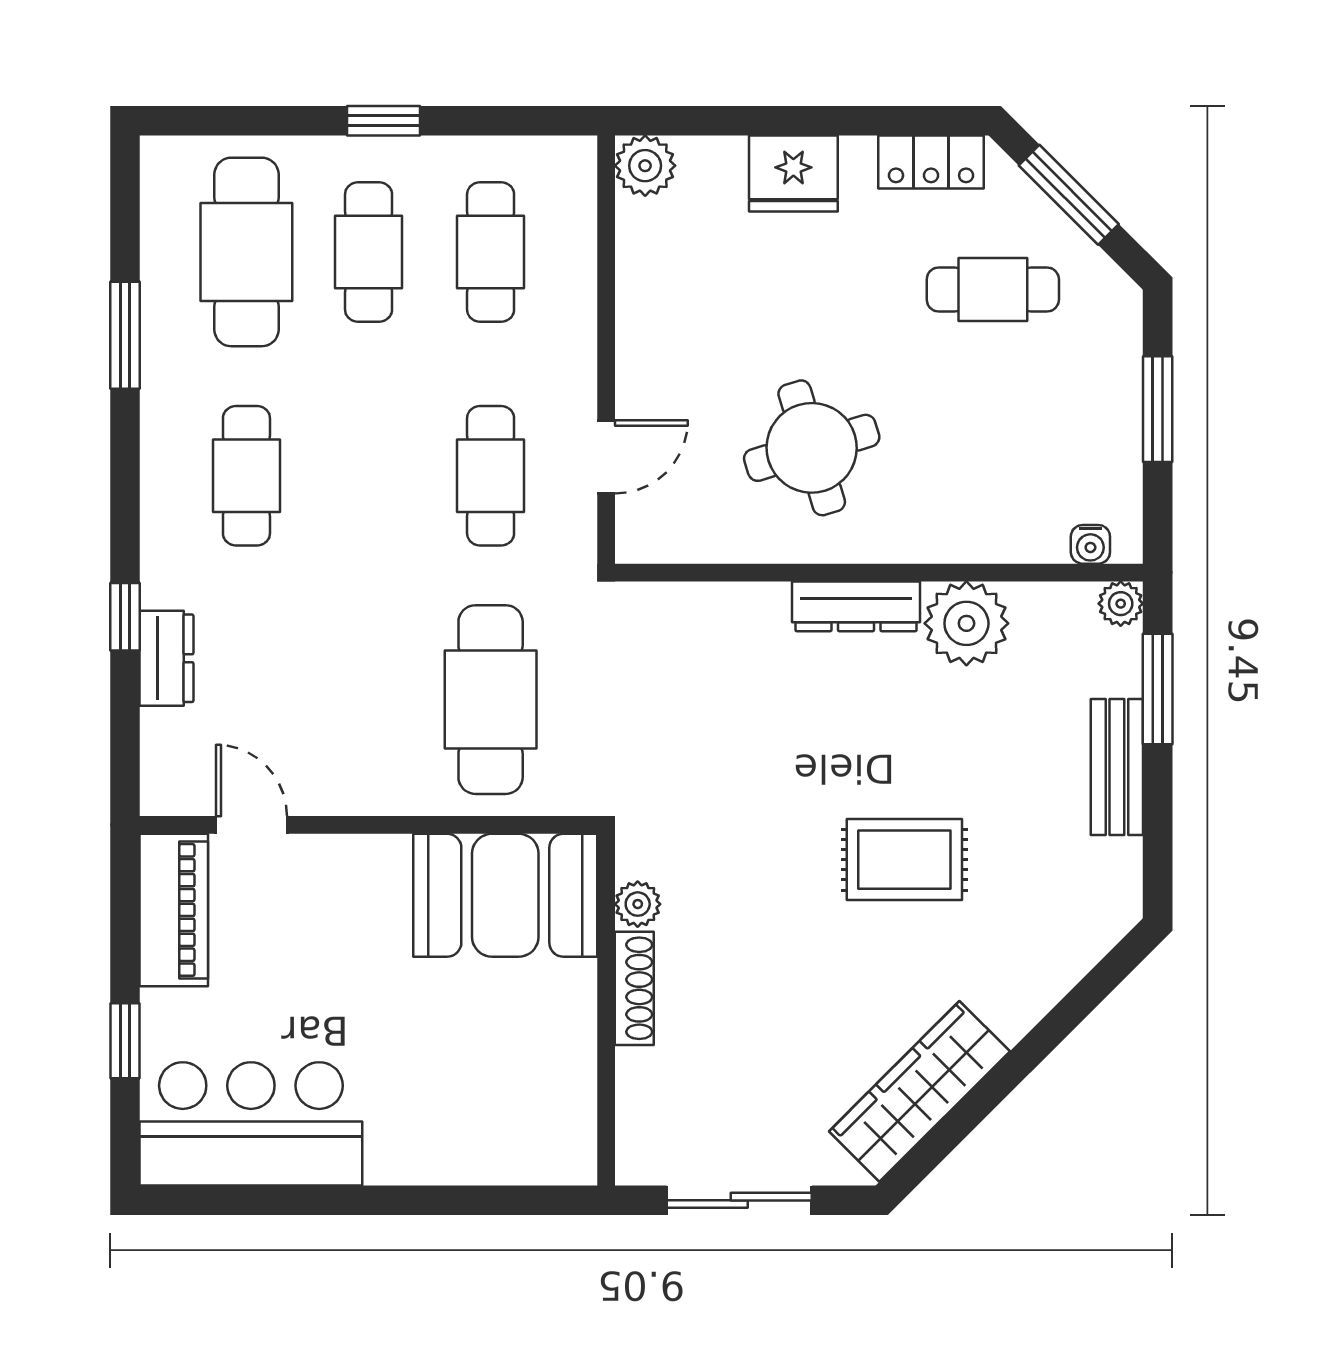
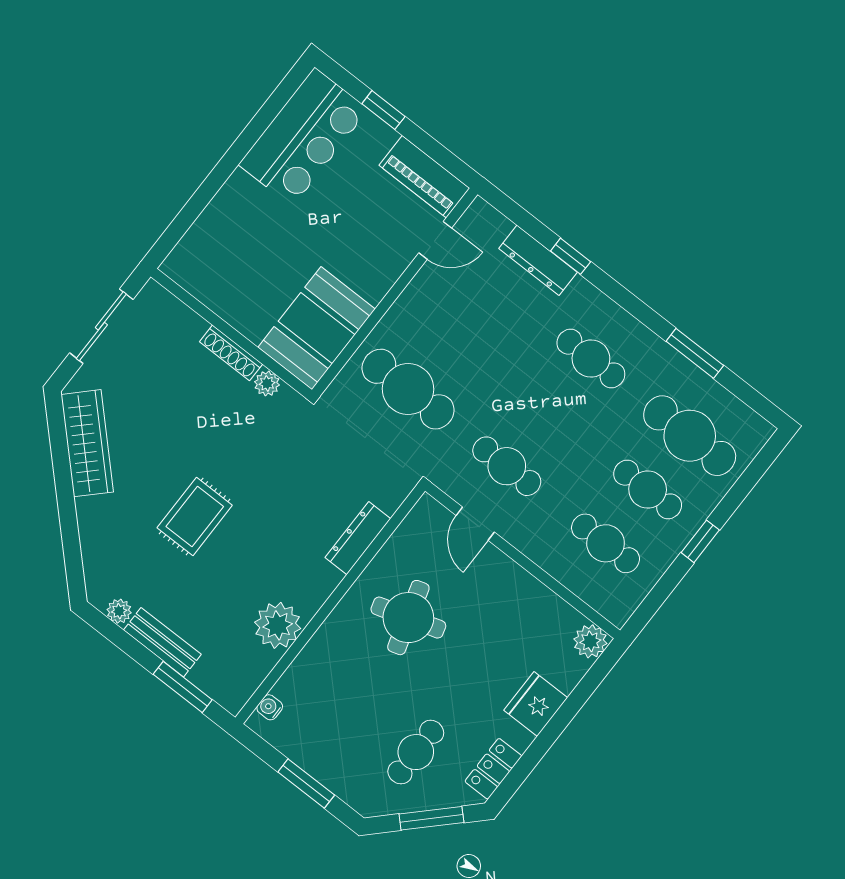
plant: (1121, 604) -> (119, 611), moved
dresser: (856, 606) -> (358, 538), moved
dresser: (166, 658) -> (538, 260), width x1.44

